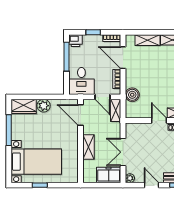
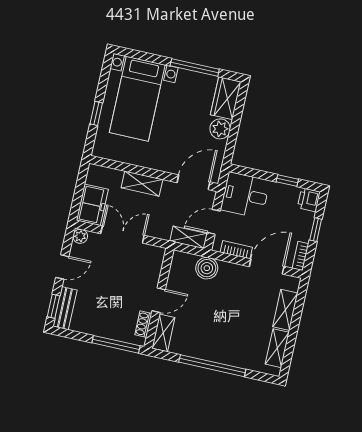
window: (66, 57) -> (287, 180), width x0.46
window: (40, 185) -> (96, 113), moved

